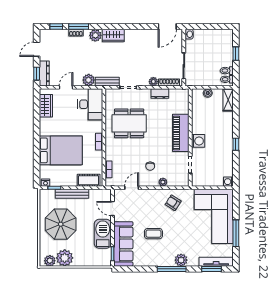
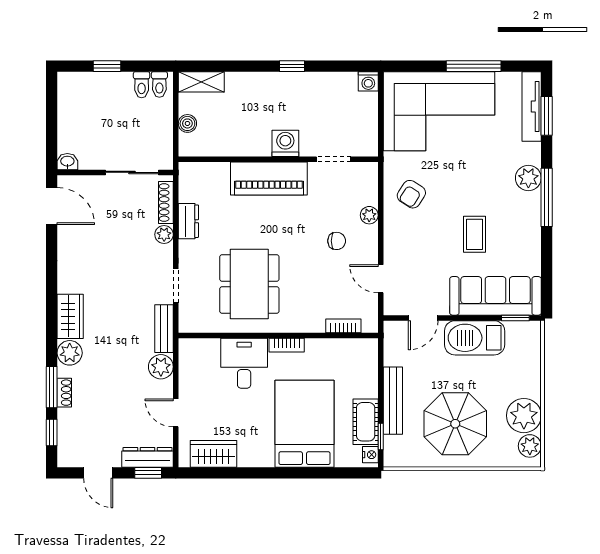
desk: (90, 104) -> (244, 363), moved, width x0.73
cot: (89, 180) -> (366, 422), moved

